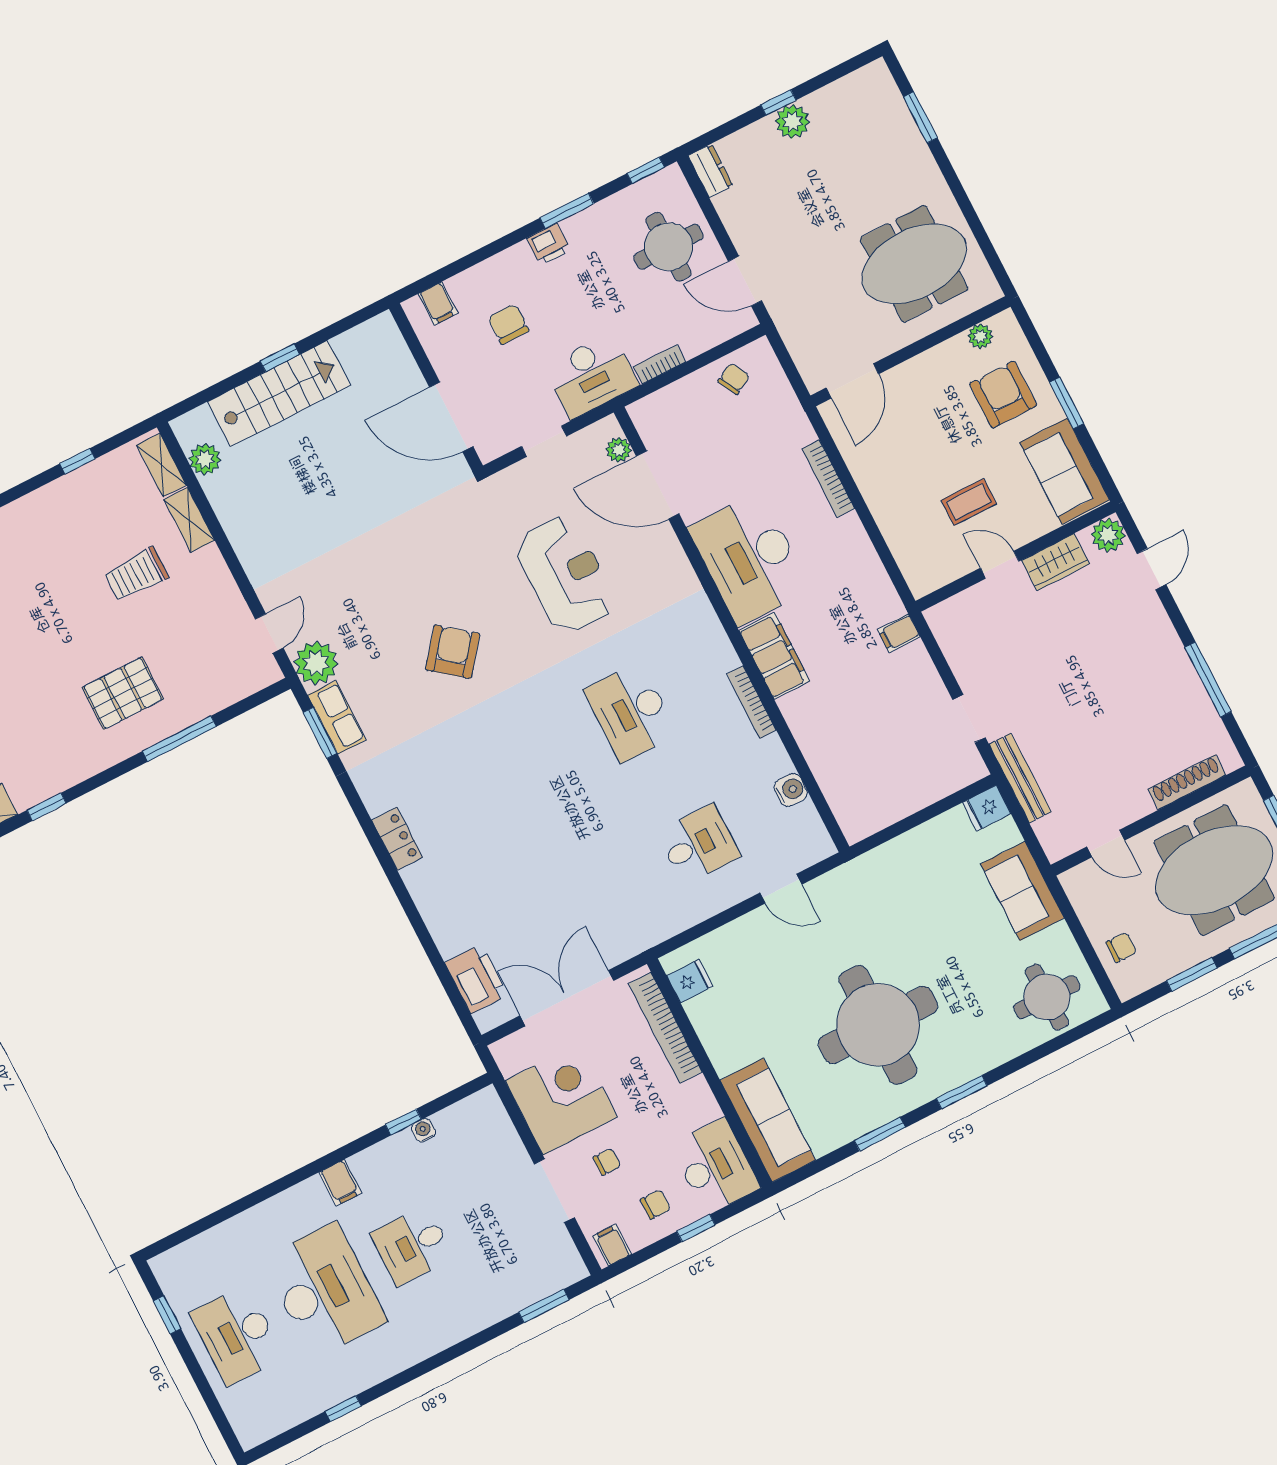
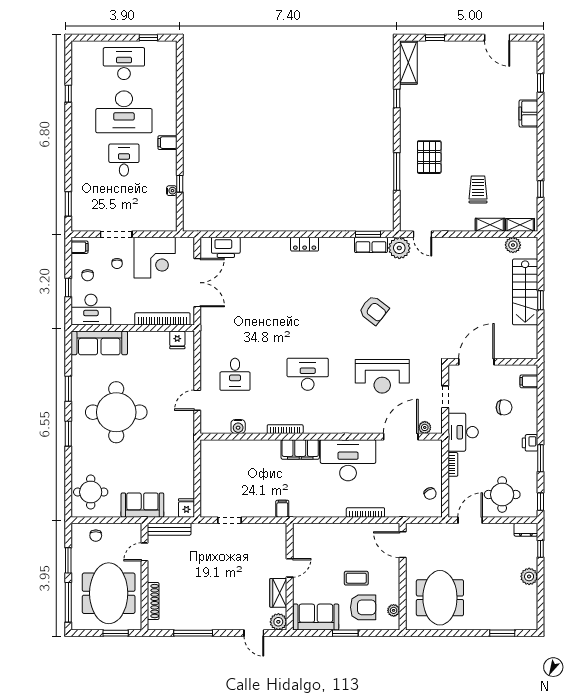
window: (778, 103) -> (540, 549), moved
coffee table: (969, 502) -> (356, 578), moved, turned 90
bench: (1020, 778) -> (169, 529), moved

